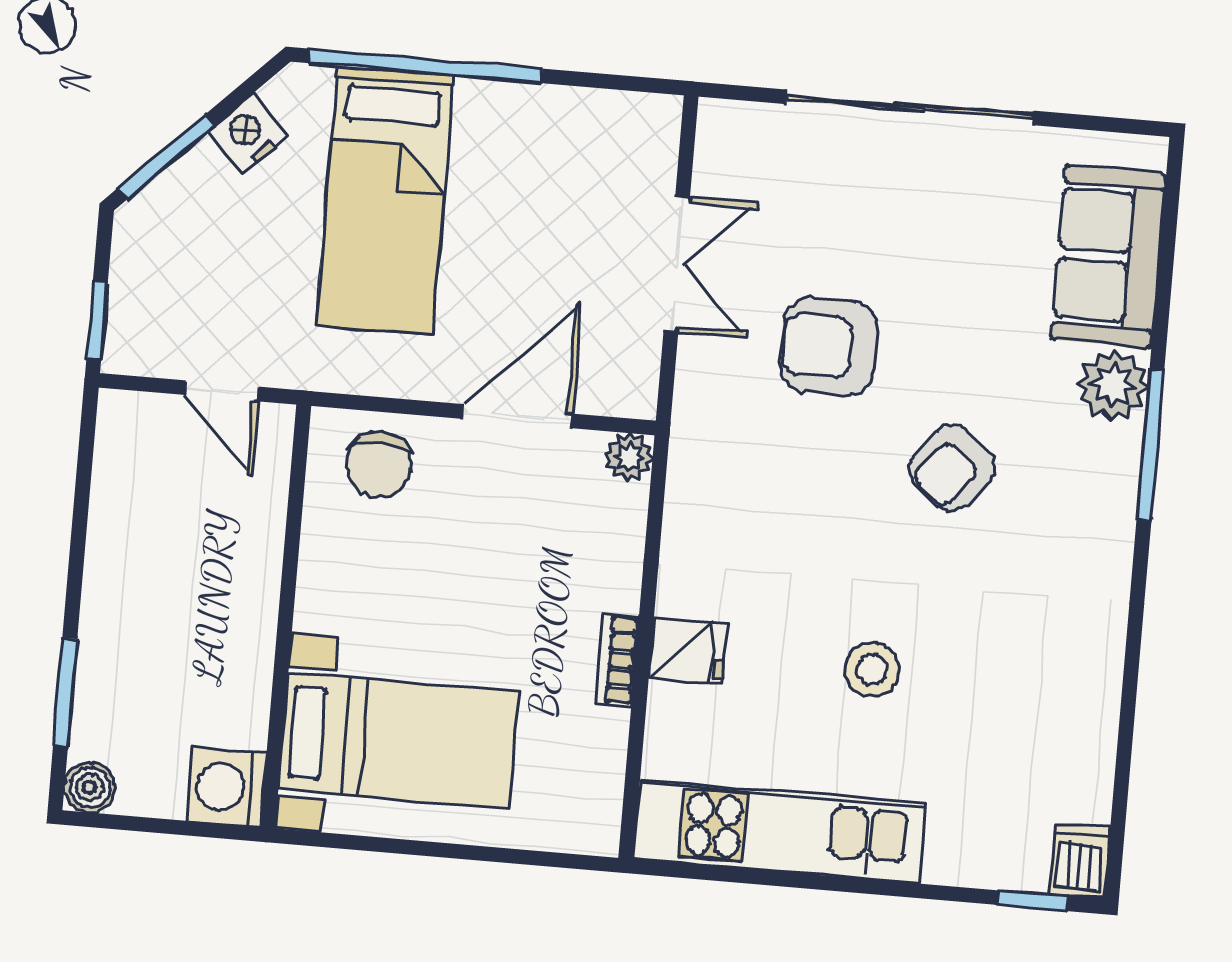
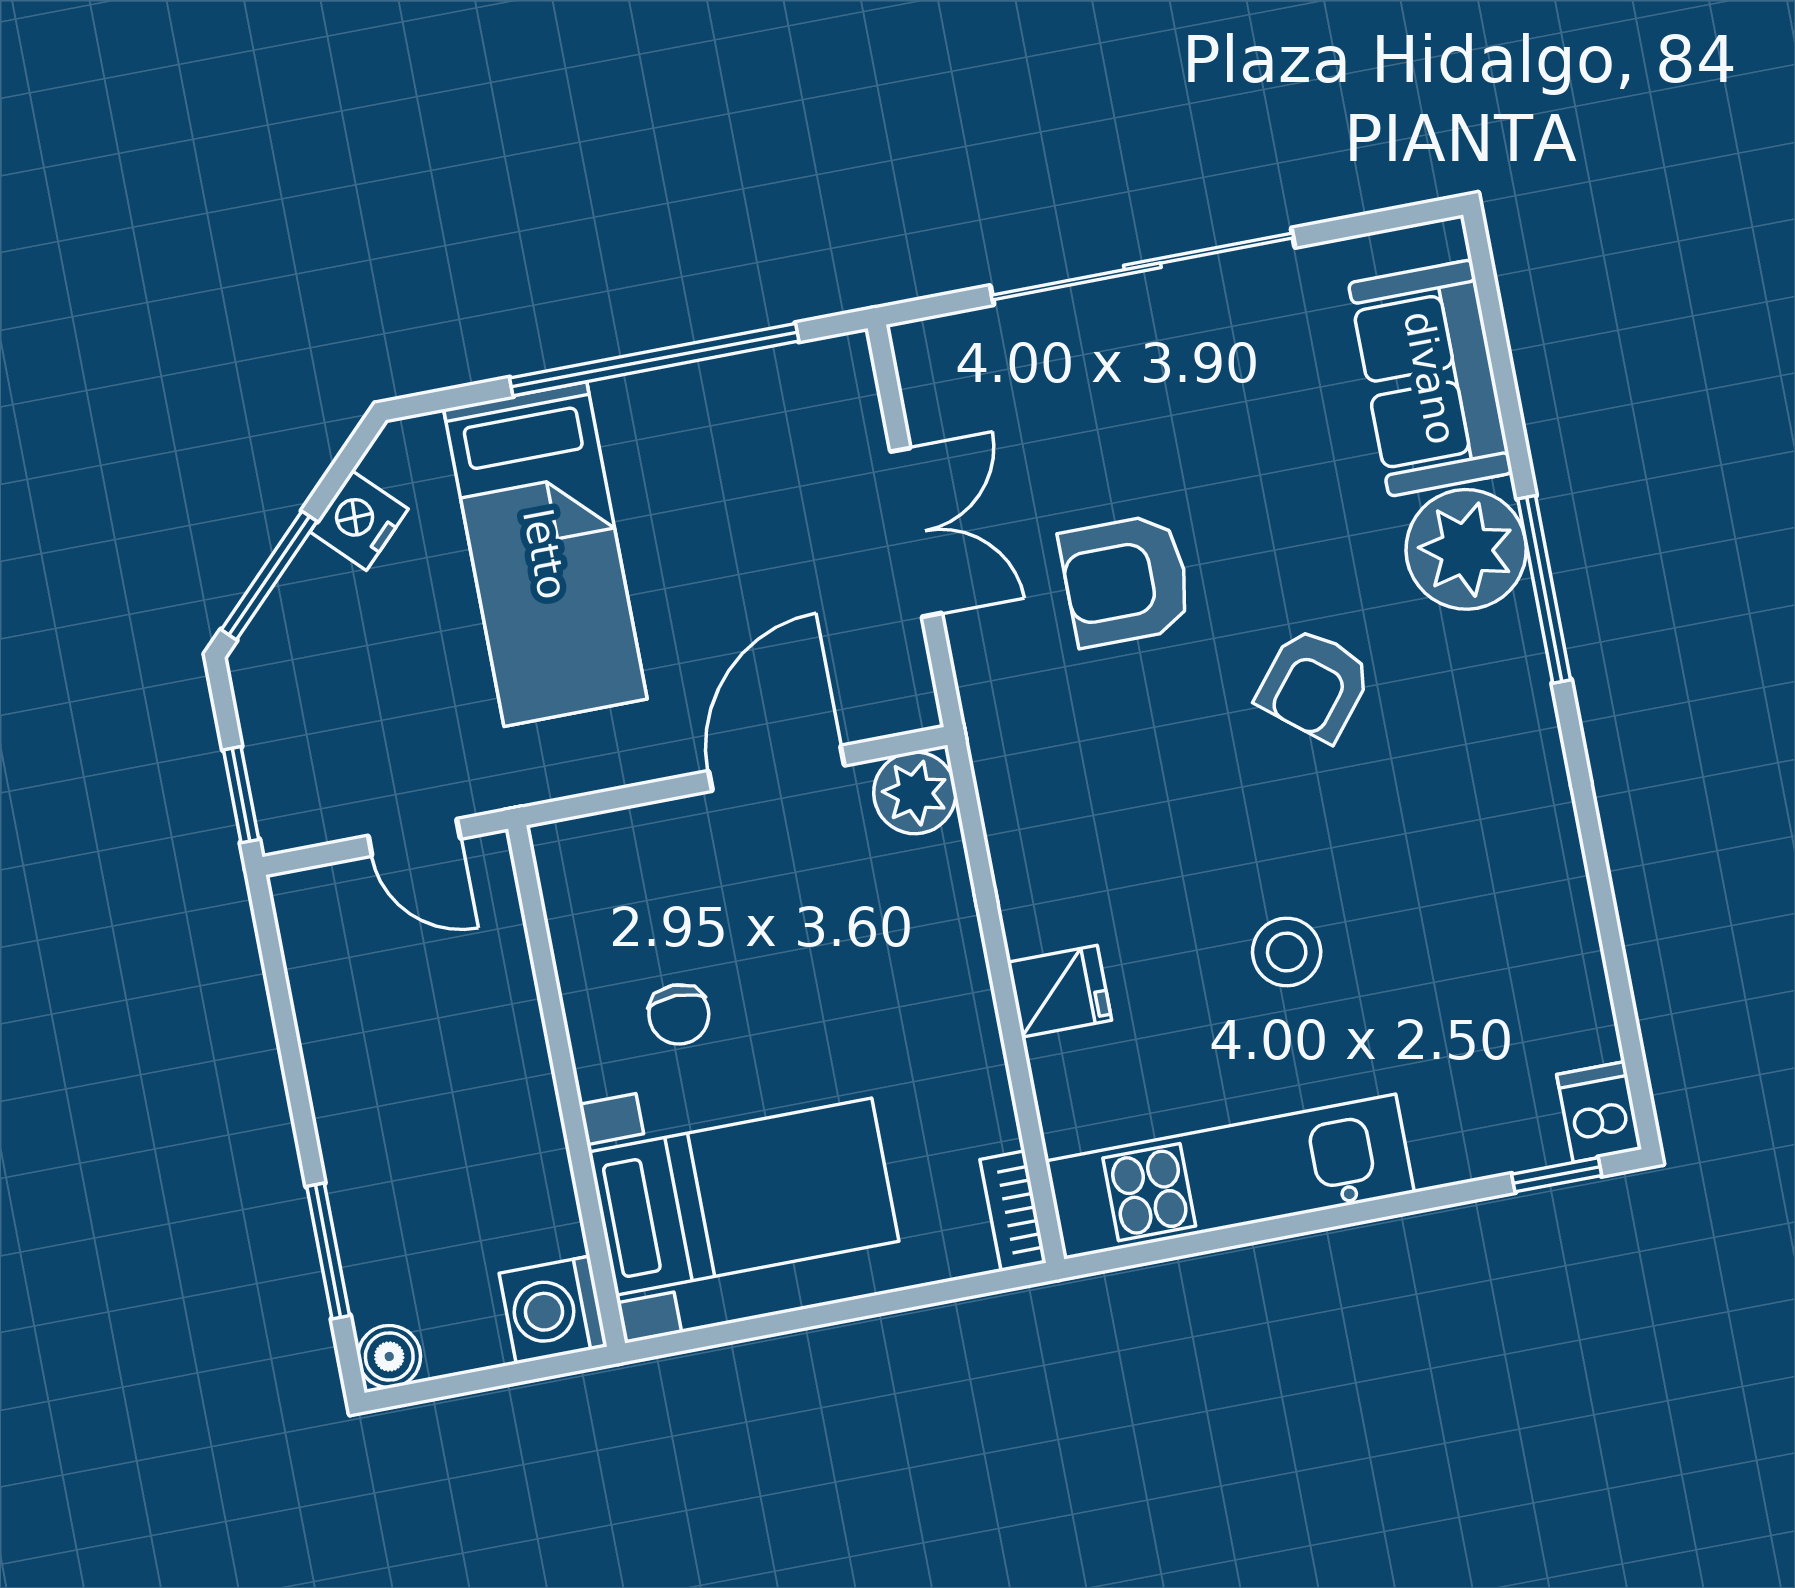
window: (425, 66) -> (654, 360), moved
plant: (1113, 385) -> (1466, 549), width x1.36, depth x1.36
plant: (629, 457) -> (915, 793), width x1.38, depth x1.38
chair: (379, 464) -> (679, 1014), moved, width x0.73, depth x0.73
bookcase: (617, 660) -> (1013, 1211), moved

